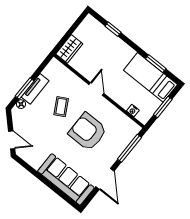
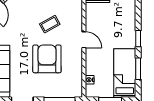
window: (113, 29) -> (138, 39), moved
door: (96, 89) -> (84, 40), hinge flipped

